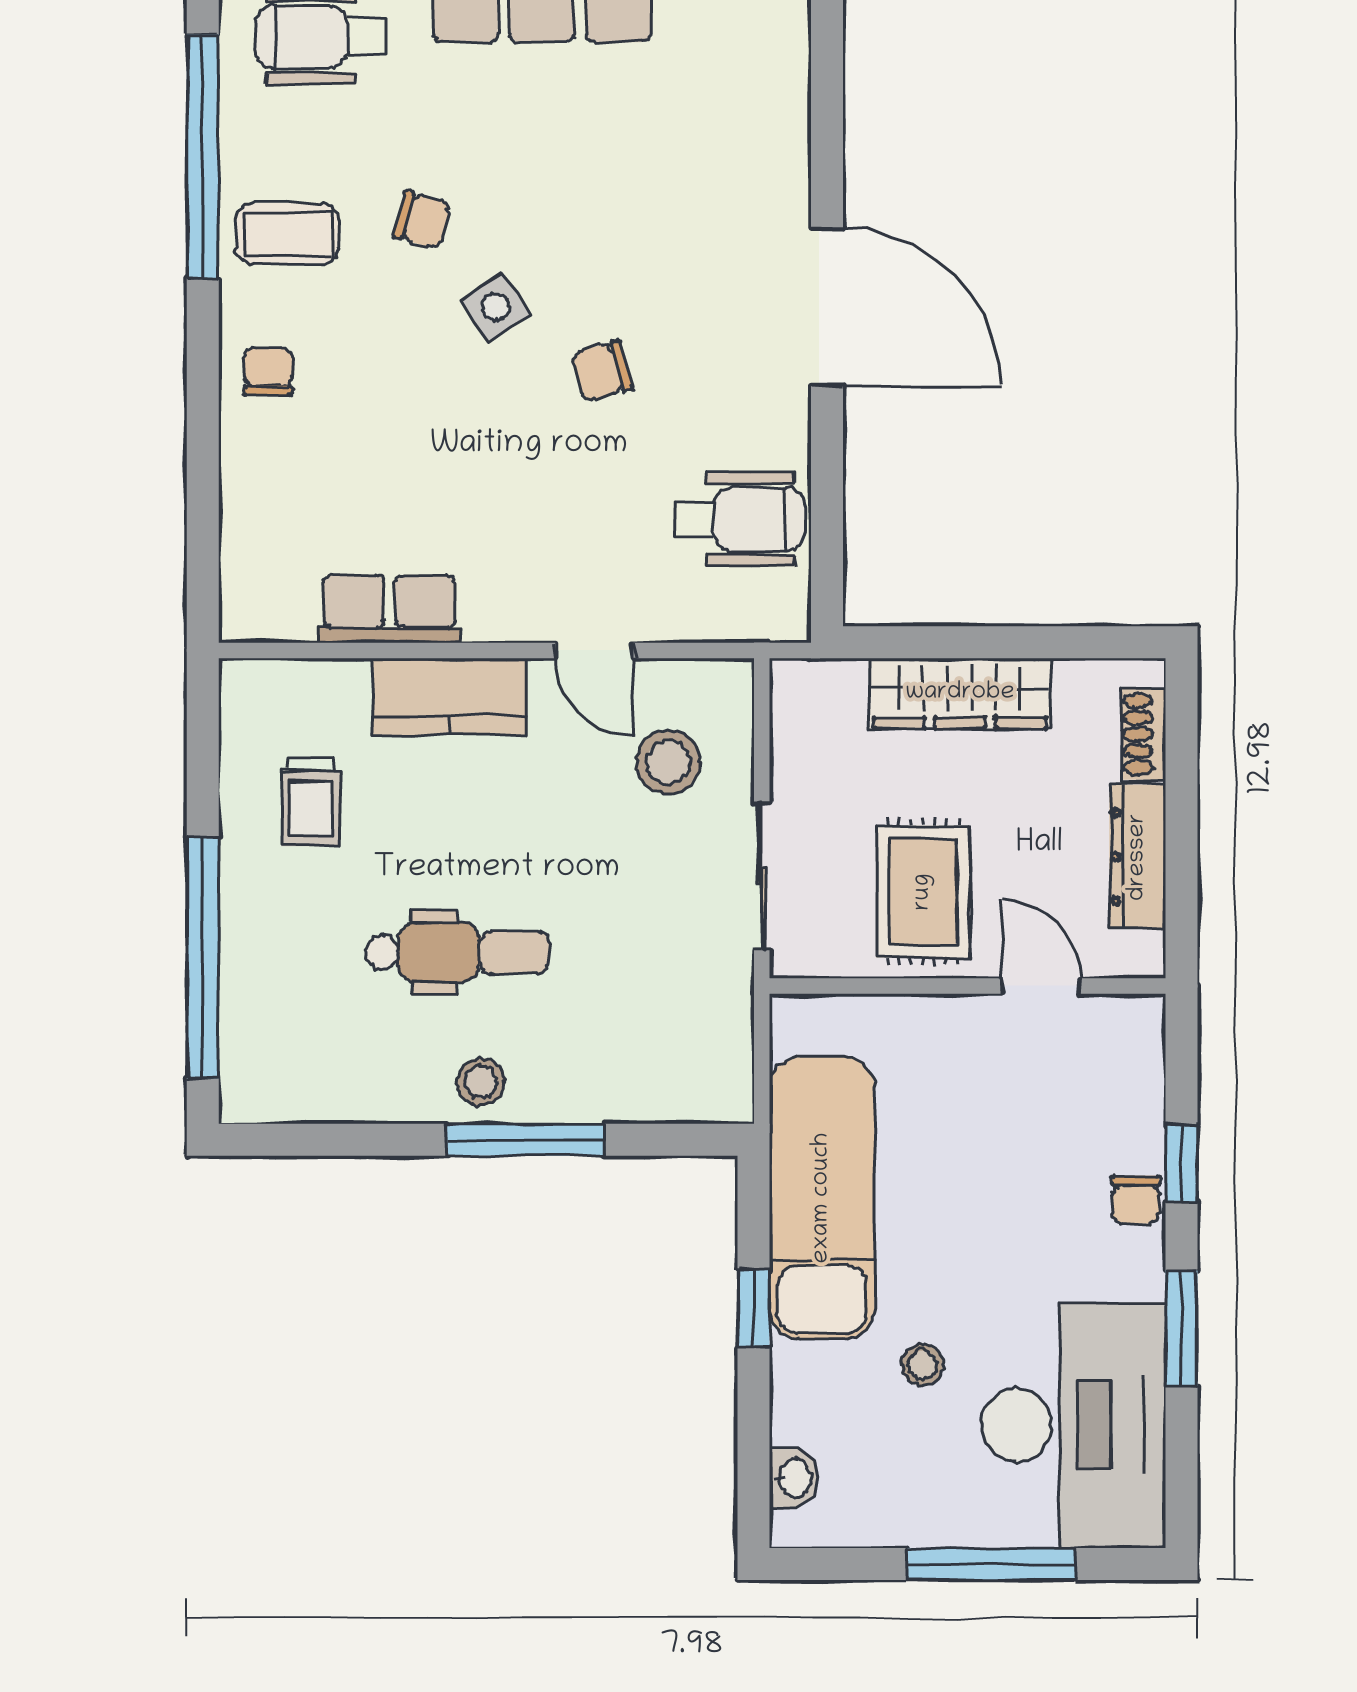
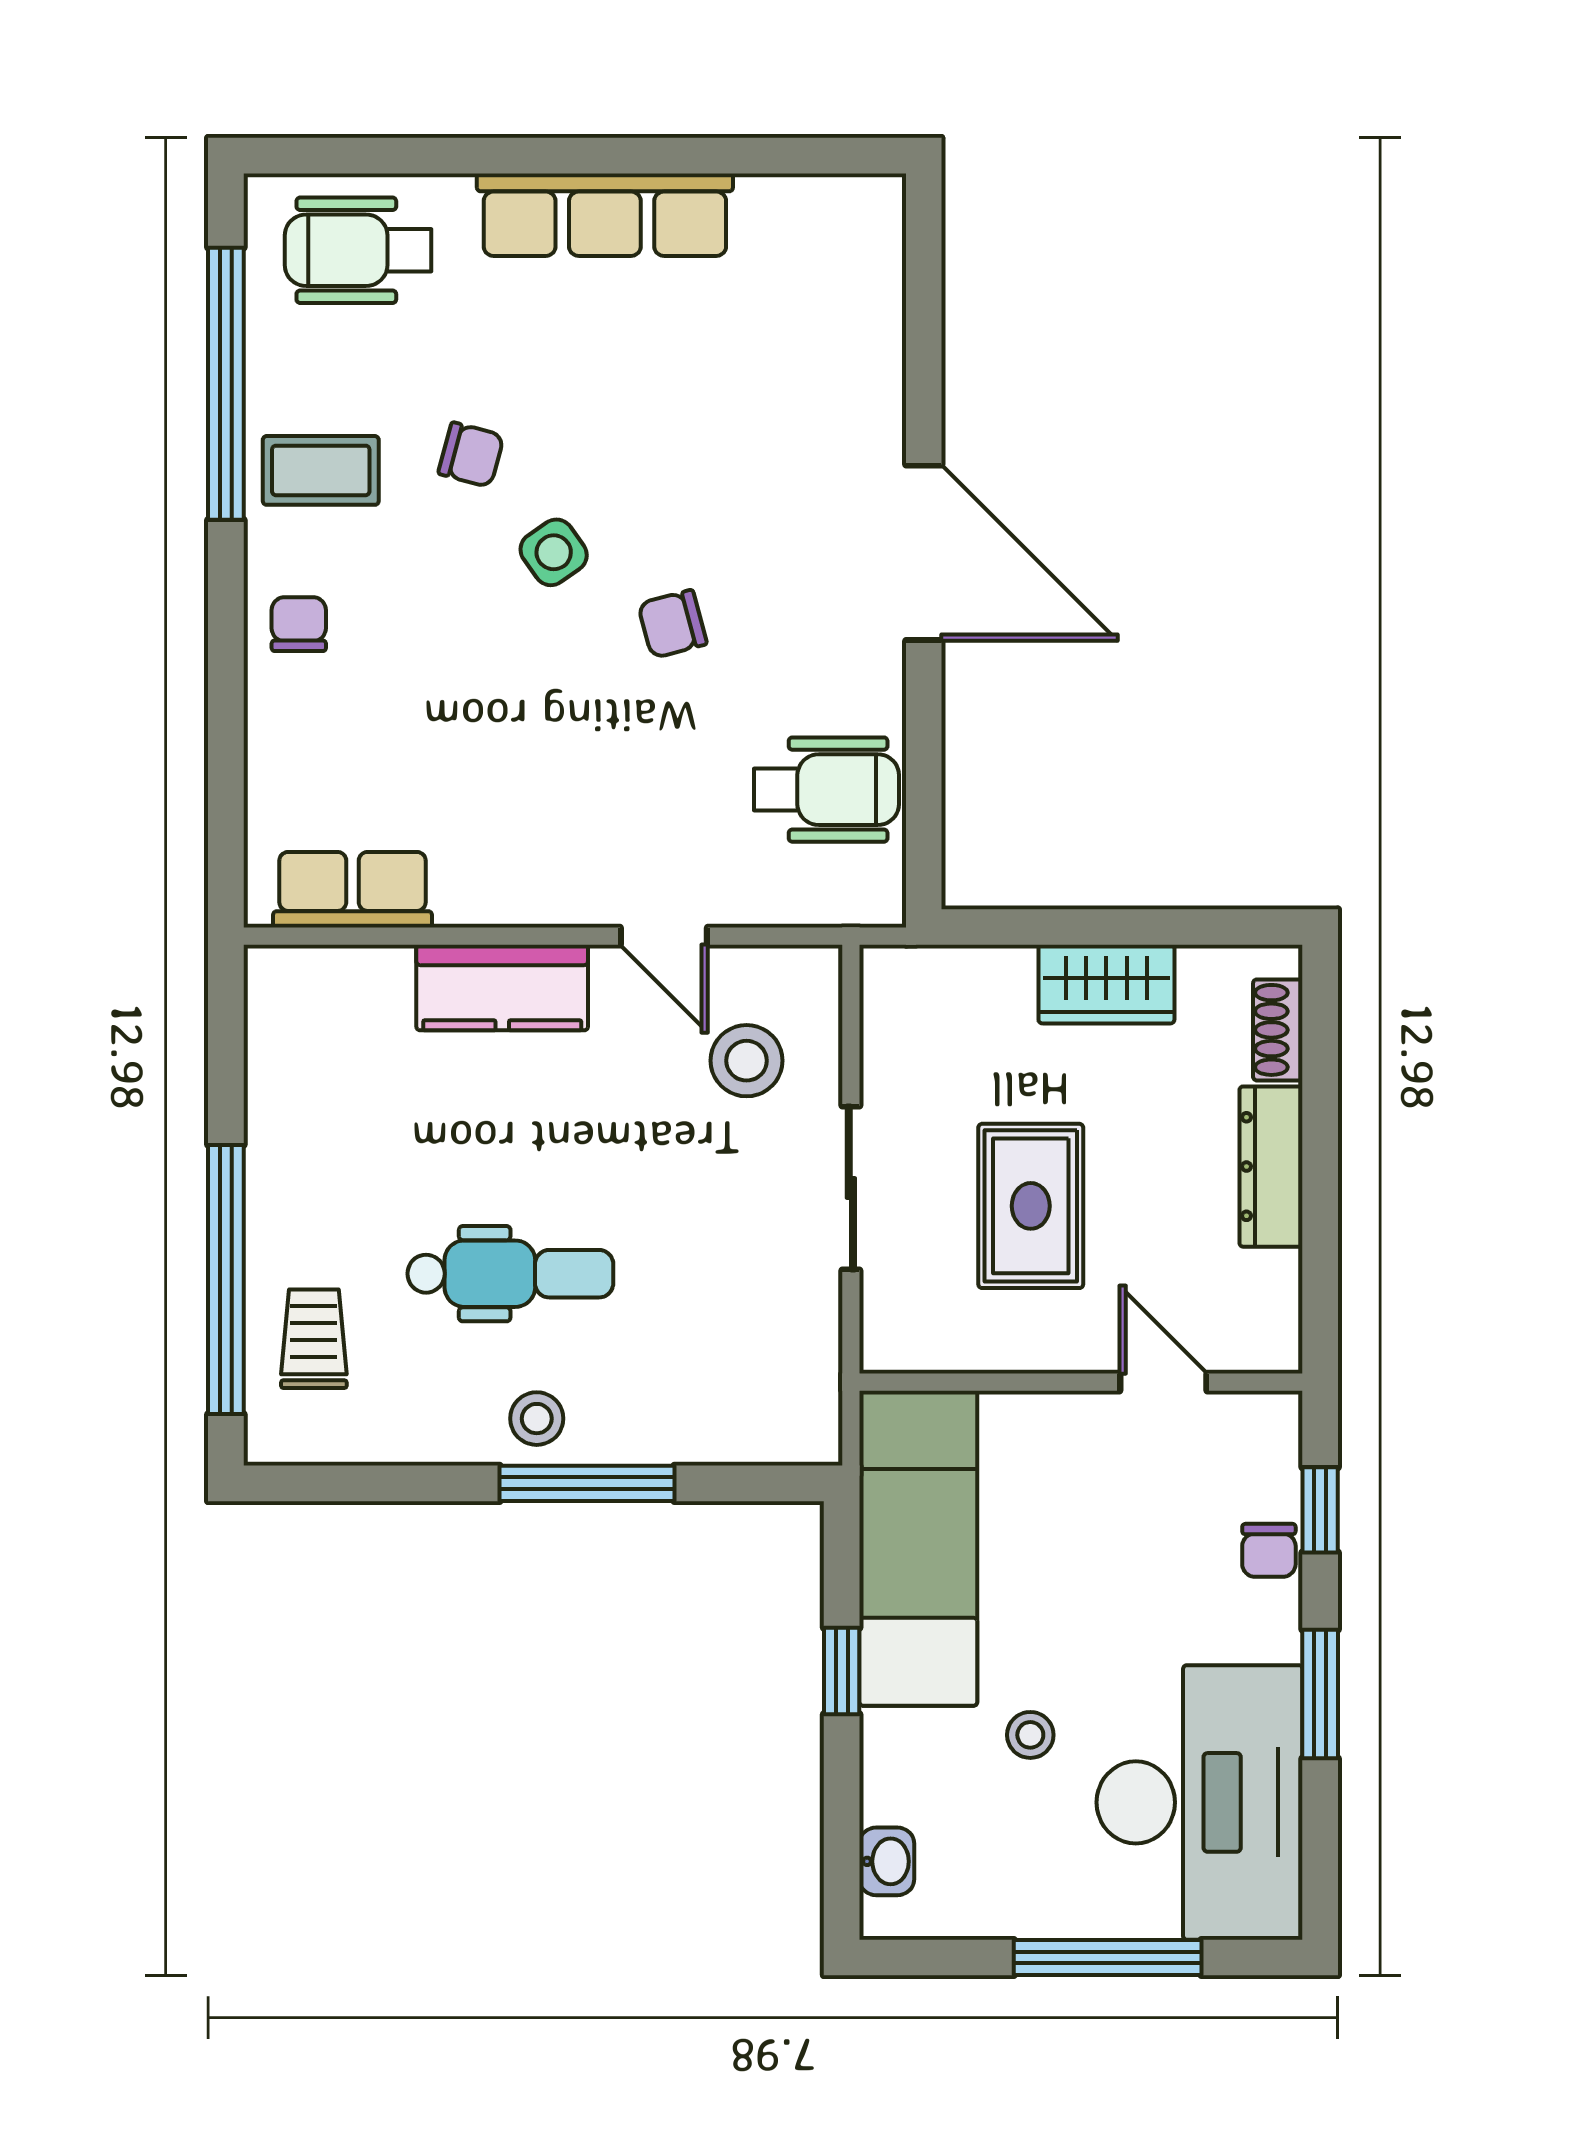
row of seats: (390, 609) -> (353, 890), moved
wardrobe: (960, 693) -> (1106, 984), width x0.67
trolley: (311, 802) -> (314, 1339), moved, turned 180
wall: (967, 986) -> (1081, 1382), moved
door: (1041, 986) -> (1163, 1382), moved

